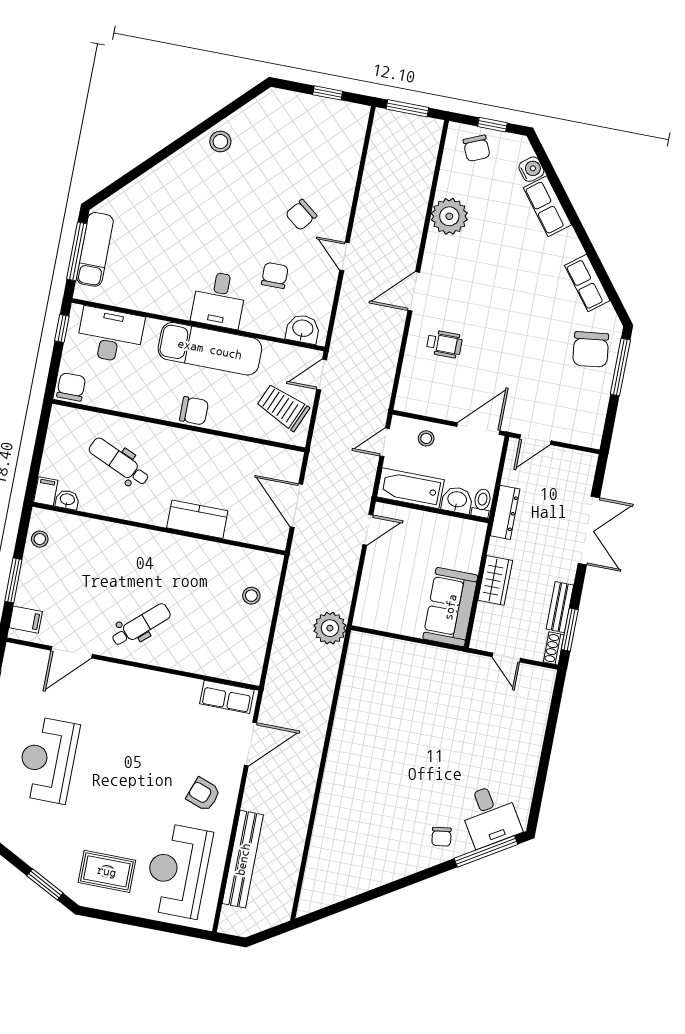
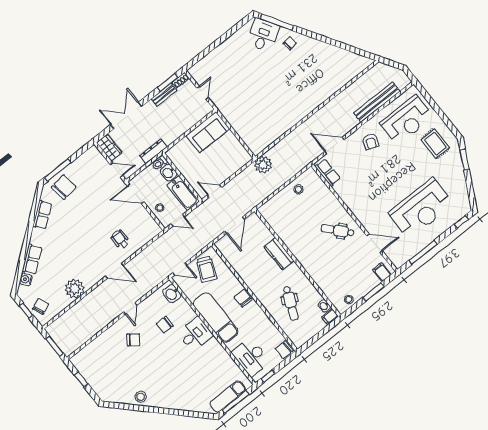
wardrobe: (495, 580) -> (109, 148), moved, turned 90
stool: (251, 596) -> (298, 189), moved
reception desk: (48, 760) -> (421, 209), width x1.36, depth x1.30

